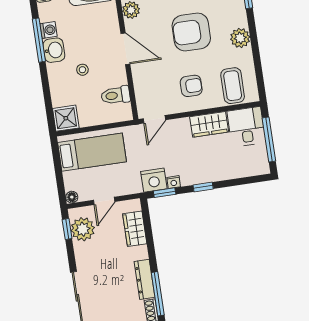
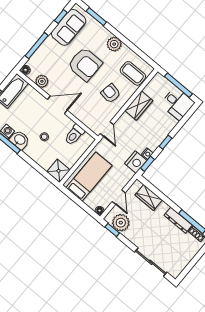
armchair: (191, 32) -> (85, 64), turned -90
armchair: (191, 86) -> (111, 93), turned -80
desk: (246, 127) -> (177, 104), moved, turned 180

